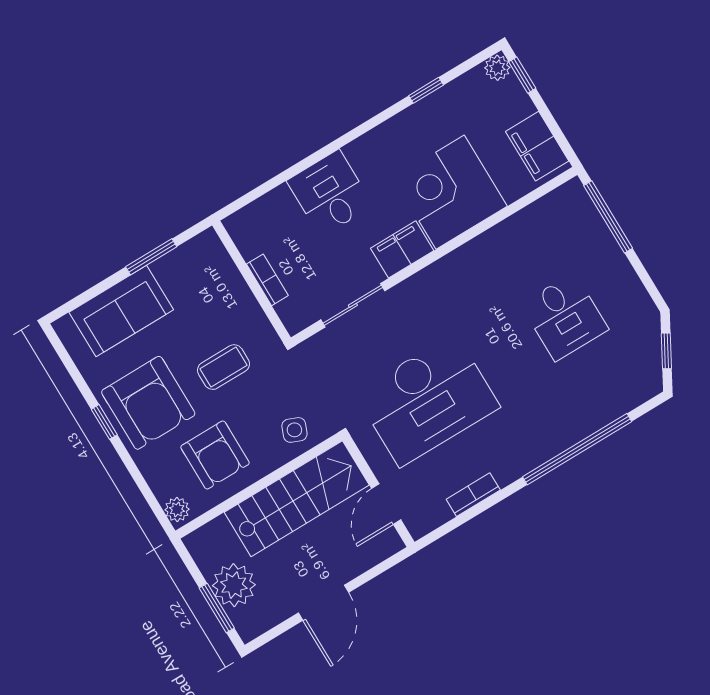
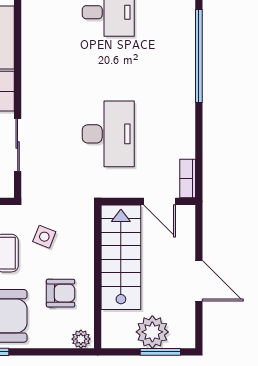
desk: (427, 400) -> (108, 134), width x0.73, depth x0.77
side table: (294, 430) -> (44, 237), moved
armchair: (215, 455) -> (61, 293), width x0.72, depth x0.72
bookcase: (473, 495) -> (188, 178), moved

